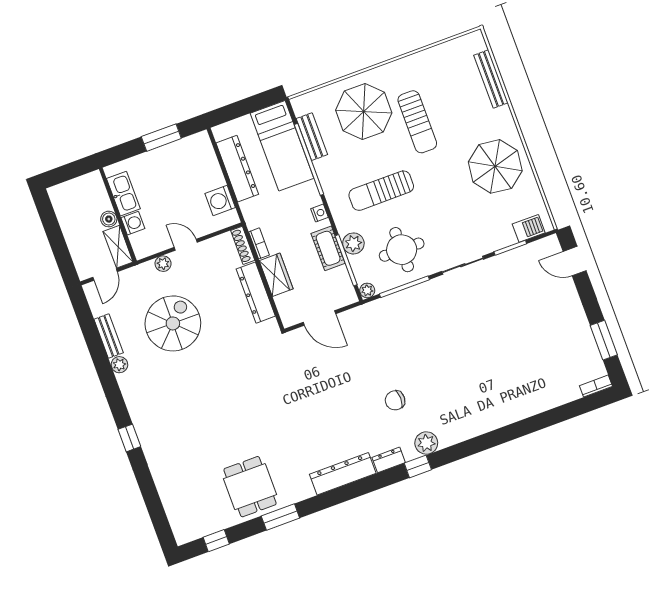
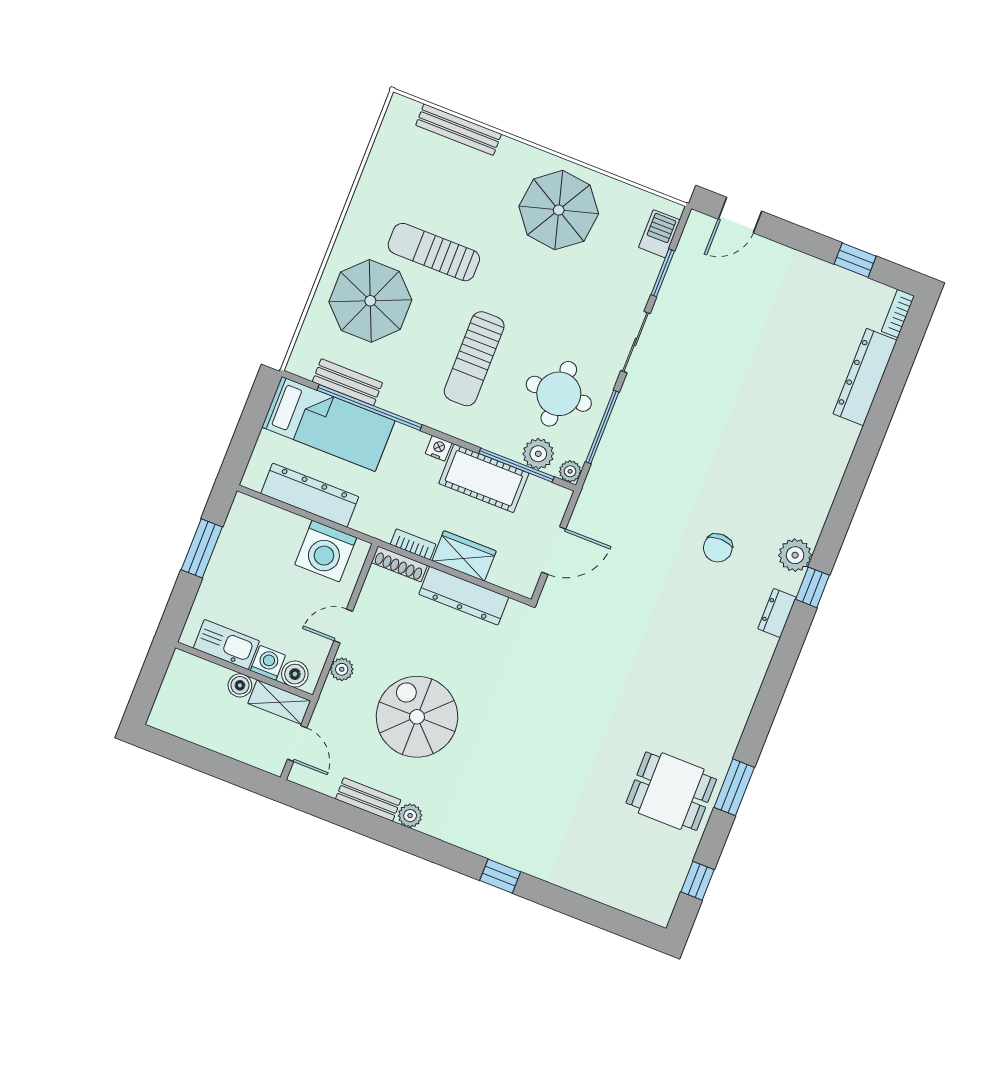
sun lounger: (417, 122) -> (434, 252), turned 180
washing machine: (220, 200) -> (326, 551), width x1.37, depth x1.37
boiler: (139, 242) -> (295, 674), added
plant: (353, 243) -> (538, 454), moved
cot: (328, 248) -> (484, 478), width x1.37, depth x1.34
window: (604, 340) -> (855, 260), width x0.67
dresser: (343, 474) -> (865, 377), moved

